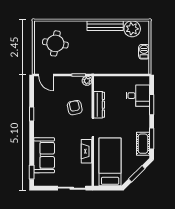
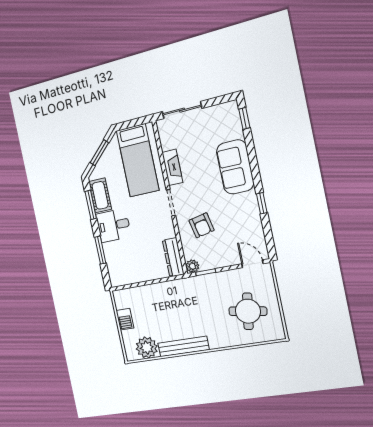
desk: (138, 96) -> (113, 225), moved
dresser: (99, 105) -> (173, 257), moved
sofa: (44, 155) -> (235, 167), moved

